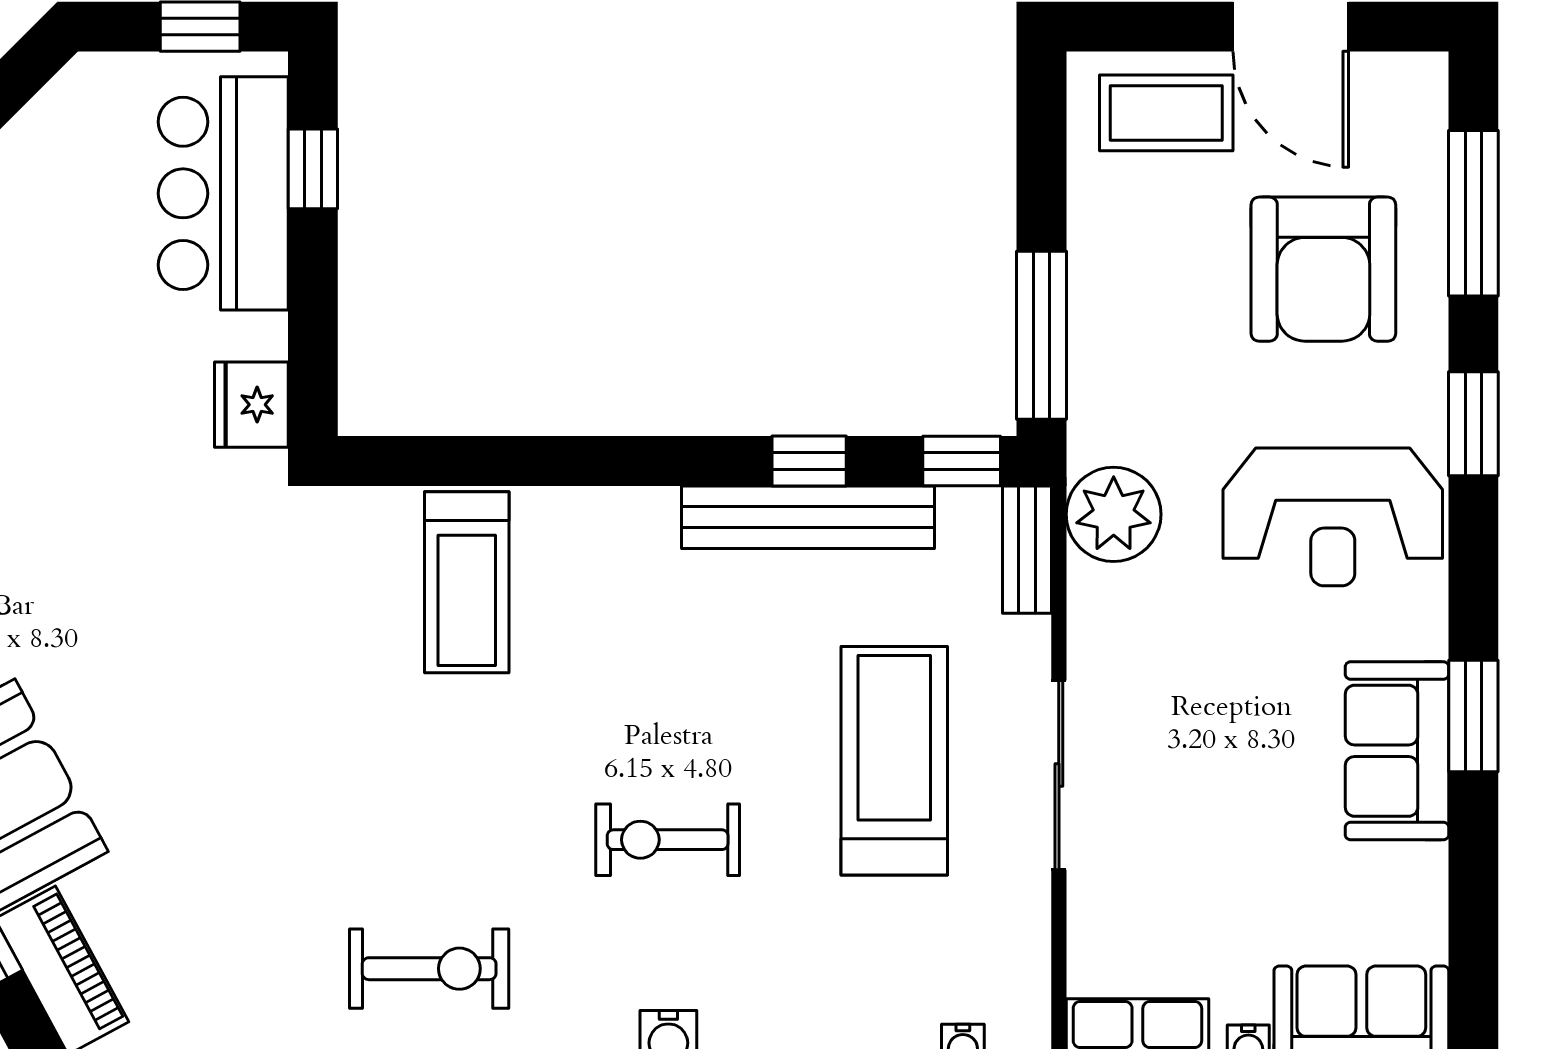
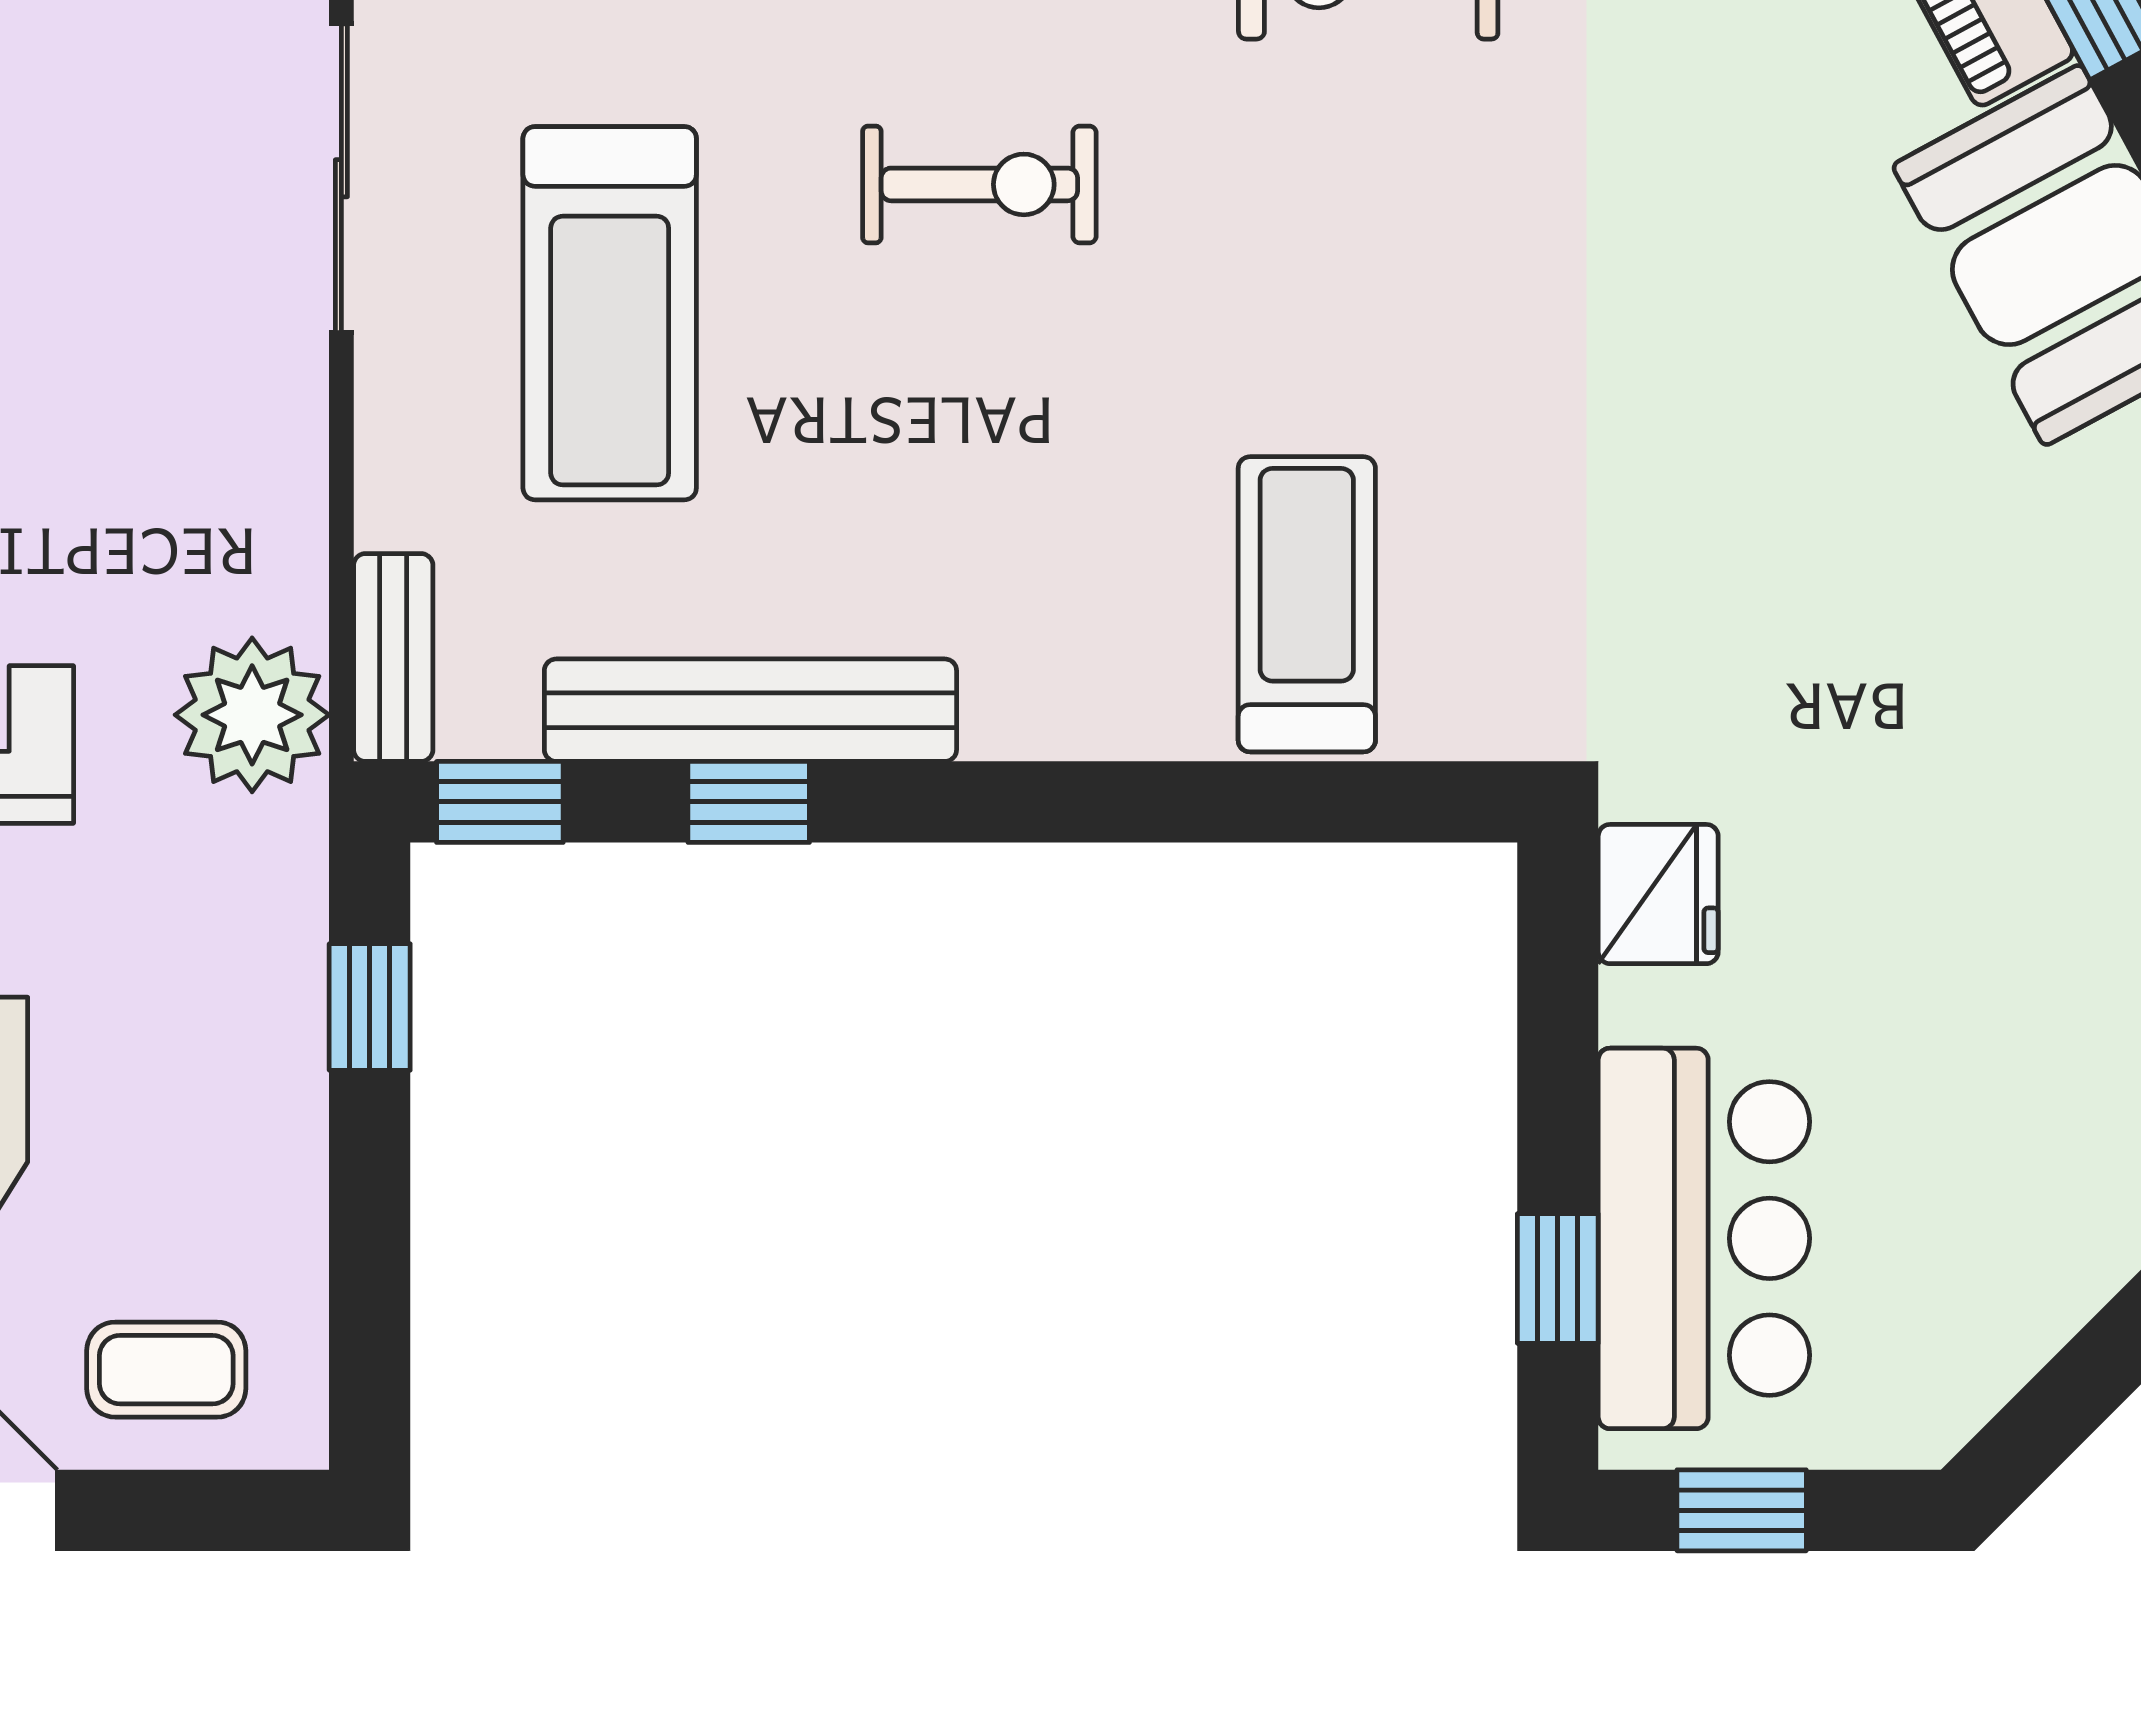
coffee table: (1166, 113) -> (166, 1370), width x0.73, depth x0.77
window: (1041, 335) -> (370, 1007), width x0.46
sliding door: (1059, 775) -> (341, 178), moved

